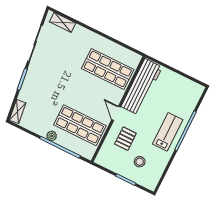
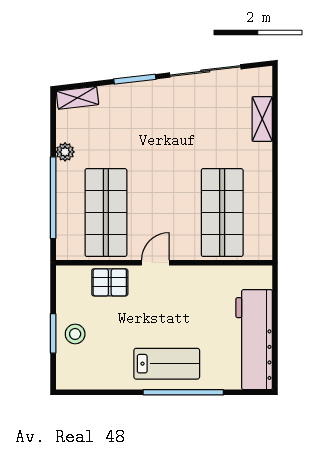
shelving: (63, 22) -> (262, 119), moved
workbench: (142, 87) -> (254, 340), moved, turned 90
plant: (52, 136) -> (65, 152), moved
pallet: (125, 139) -> (110, 282), moved
stool: (140, 162) -> (75, 334), moved

